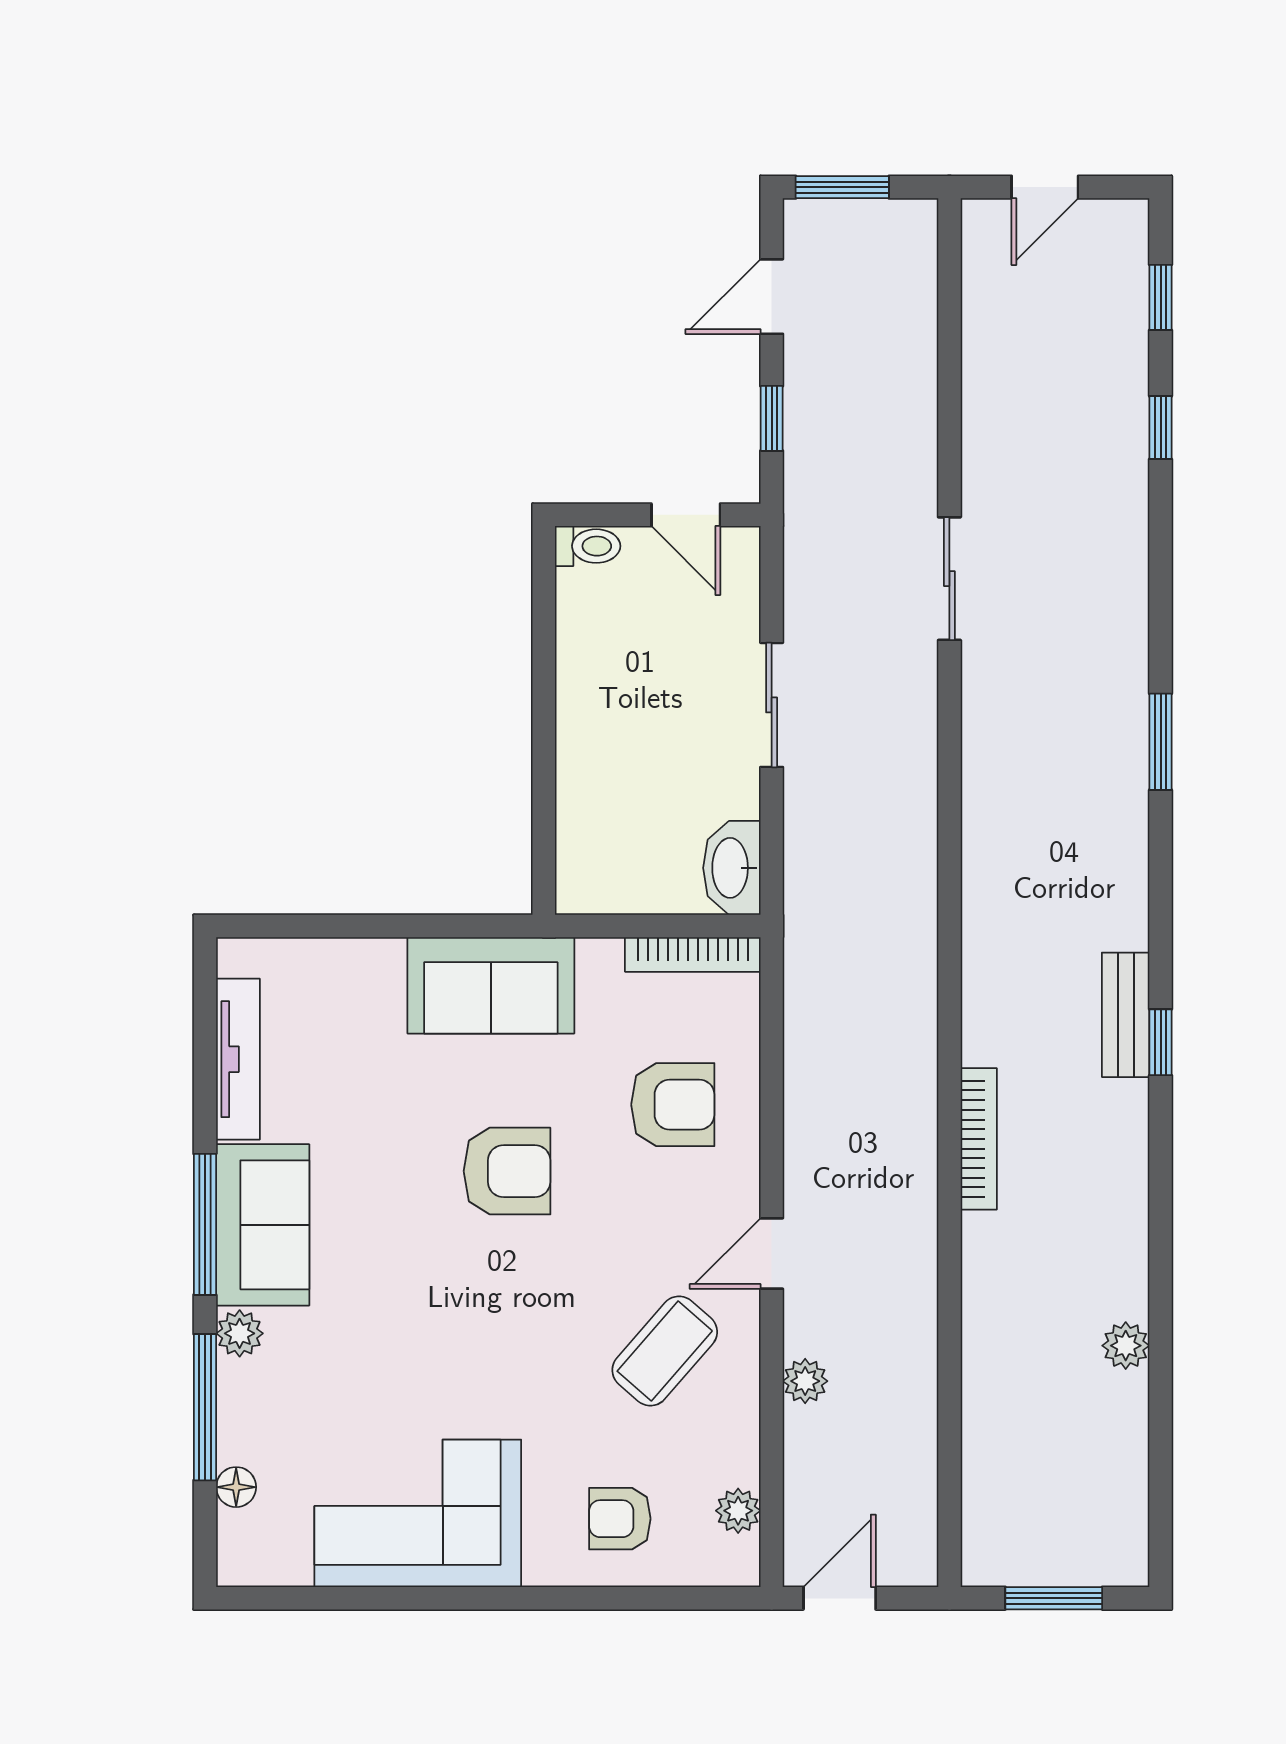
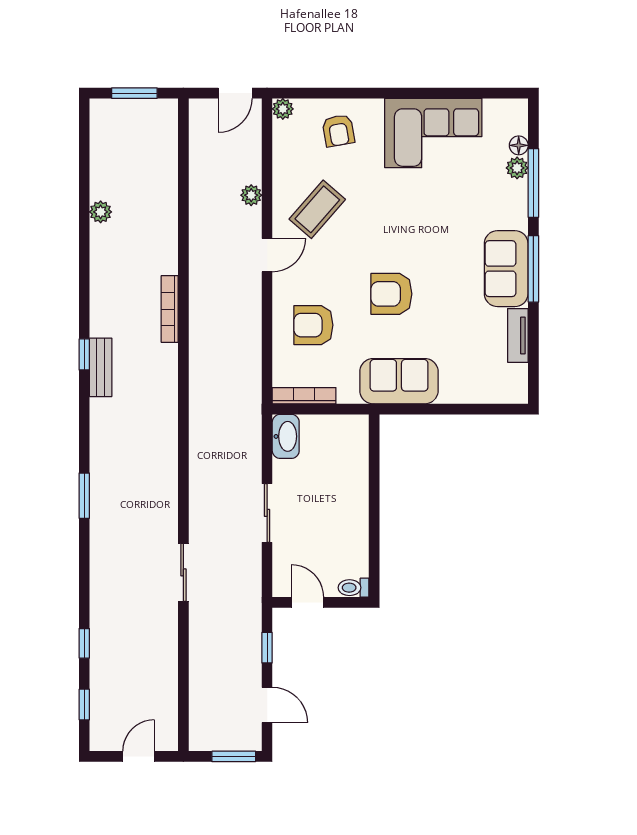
door: (772, 297) -> (267, 705), hinge flipped
tv unit: (238, 1059) -> (518, 335), width x0.71
plant: (240, 1333) -> (517, 168), moved
plant: (738, 1511) -> (283, 109), moved
armchair: (620, 1519) -> (338, 131), turned 80

